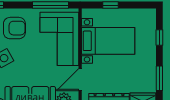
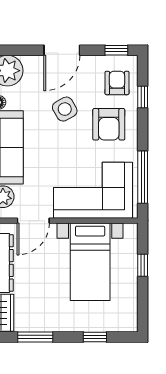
door: (80, 80) -> (33, 221), swing flipped

